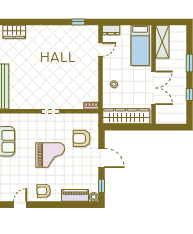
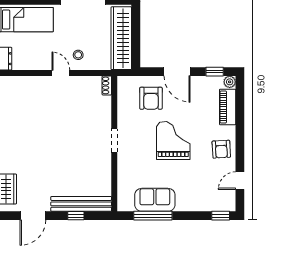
door: (100, 49) -> (61, 73), moved
door: (101, 158) -> (177, 72), swing flipped
door: (20, 205) -> (240, 181), hinge flipped

